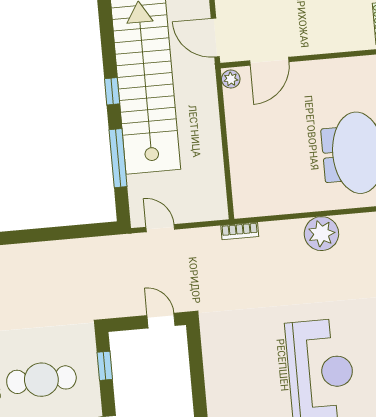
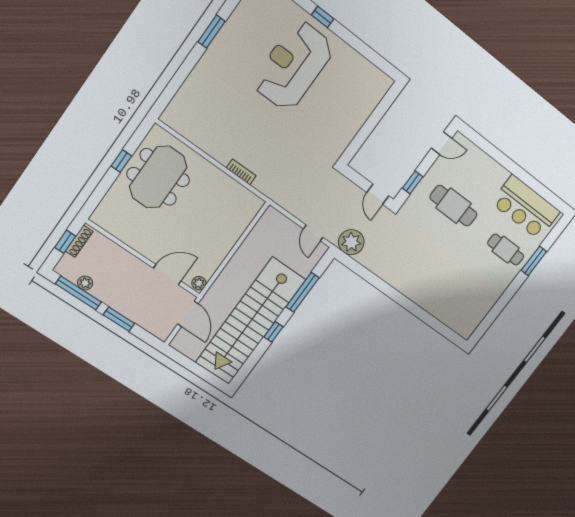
bookcase: (240, 231) -> (241, 172), moved
plant: (321, 234) -> (351, 242), moved
door: (161, 321) -> (378, 194), moved

